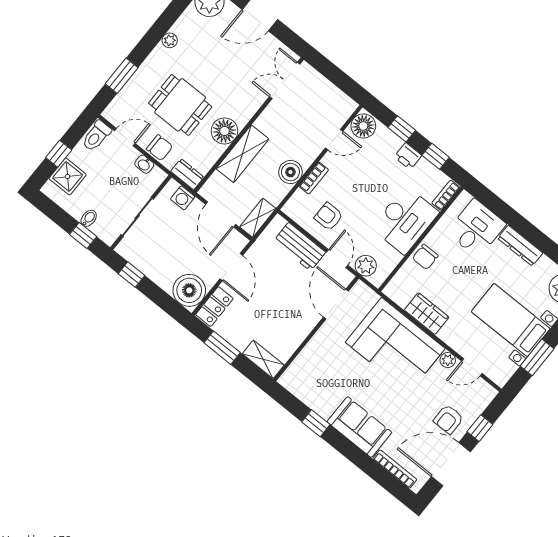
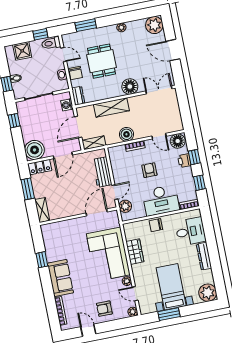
floor lamp: (224, 131) -> (130, 87), moved
window: (59, 154) -> (40, 34), moved
printer: (408, 156) -> (184, 161), moved
armchair: (329, 217) -> (149, 170), moved
plant: (488, 393) -> (133, 312), added
window: (480, 428) -> (116, 325), removed
door: (451, 464) -> (88, 330), width x0.53

